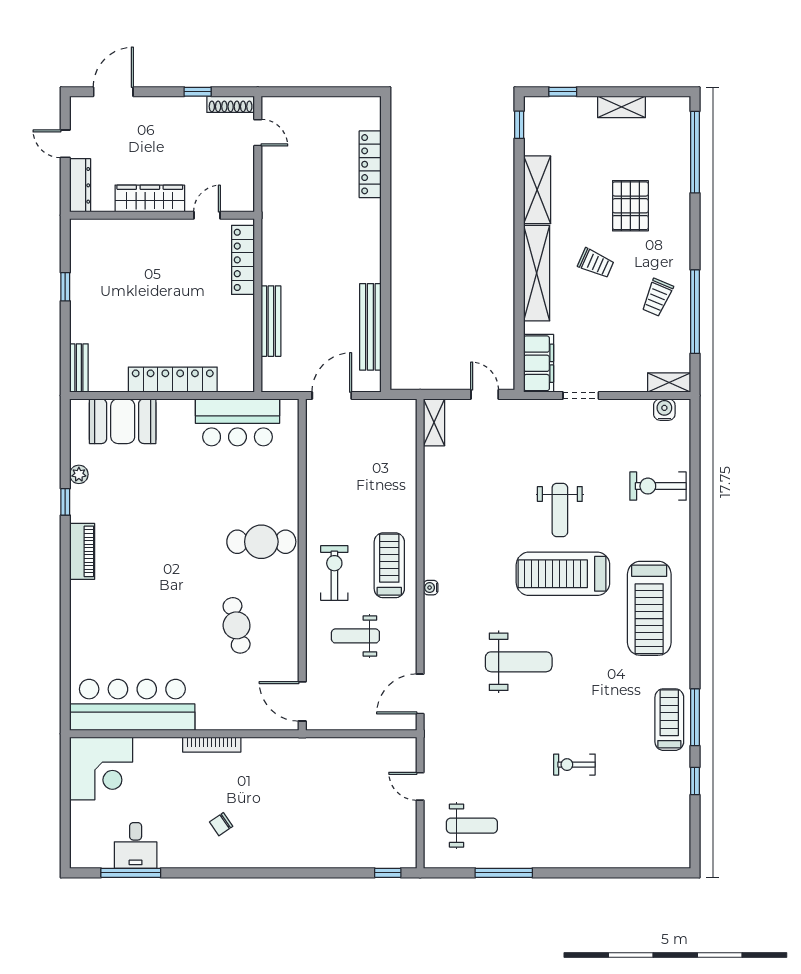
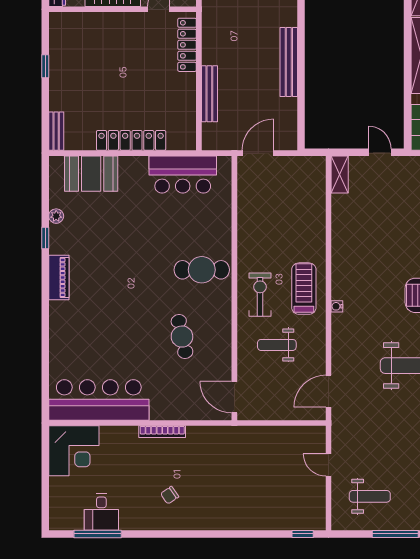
bench: (370, 327) -> (289, 62), moved

